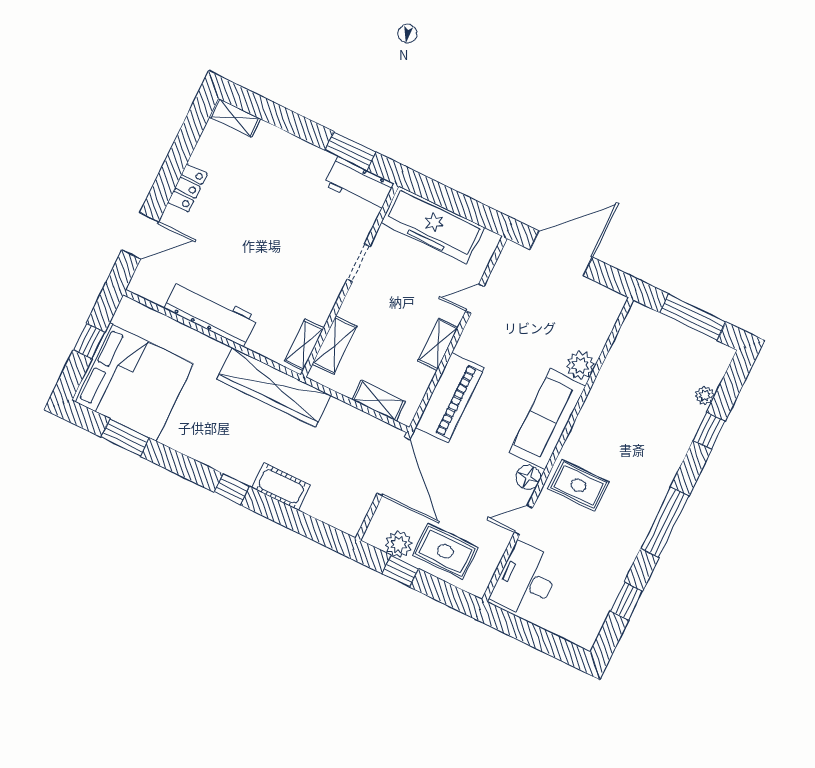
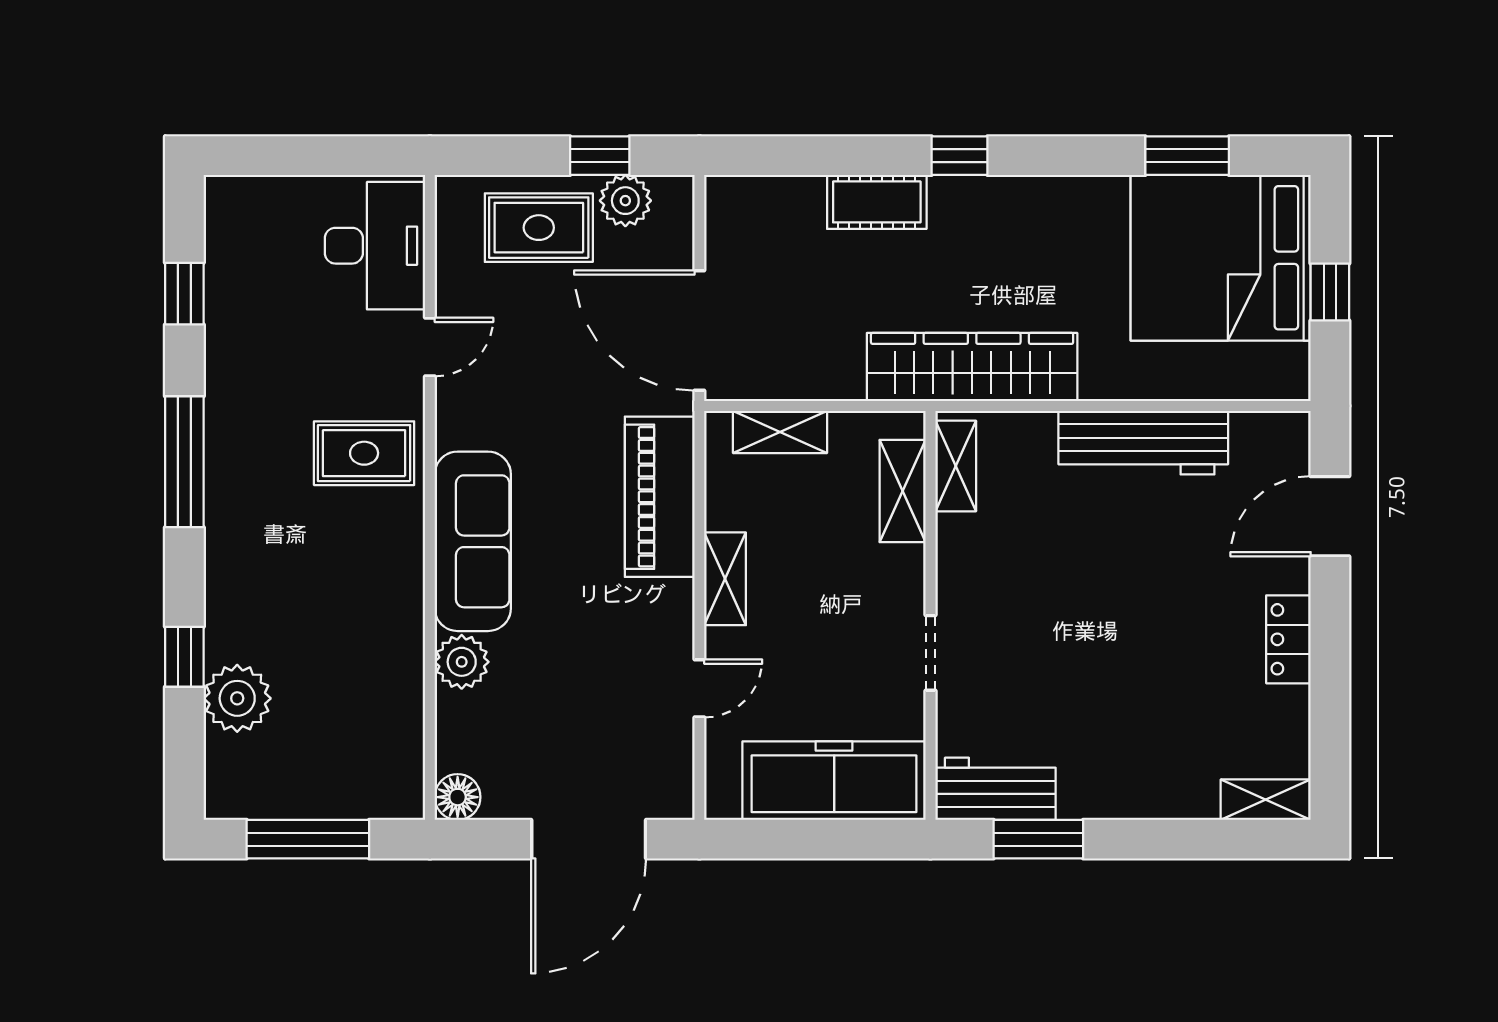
plant: (705, 396) -> (237, 698), width x1.88, depth x1.88
floor lamp: (528, 477) -> (458, 797), moved

